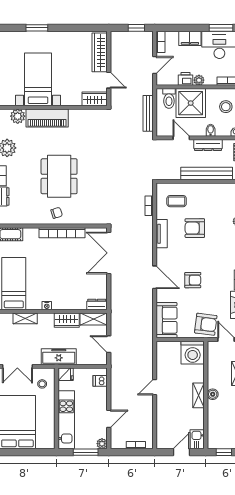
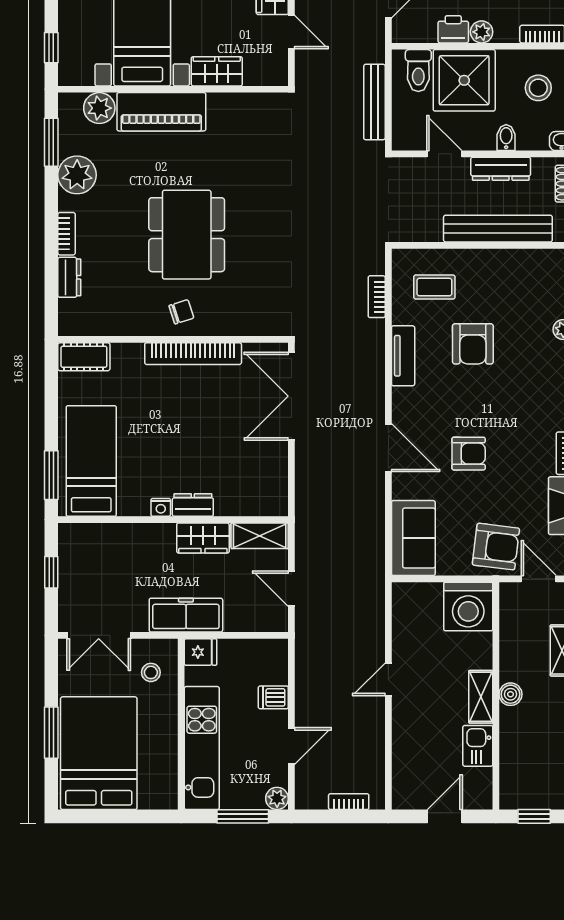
wardrobe: (94, 99) -> (217, 71), moved
armchair: (195, 228) -> (473, 344), turned -90
dresser: (97, 304) -> (193, 505), moved
shelving: (25, 318) -> (115, 534), removed
dishwasher: (100, 381) -> (273, 697), moved
kitchen sink: (197, 439) -> (478, 746), moved

